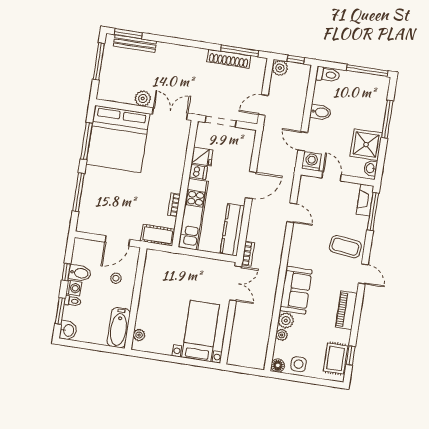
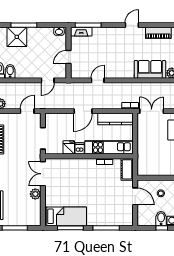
door: (263, 105) -> (27, 111), swing flipped
bidet: (320, 112) -> (10, 71), moved
bed: (118, 139) -> (66, 216), width x0.49
shower: (366, 145) -> (17, 37), moved
washing machine: (311, 161) -> (60, 72), removed
door: (251, 185) -> (83, 111), swing flipped
coffee table: (345, 247) -> (115, 40), removed

